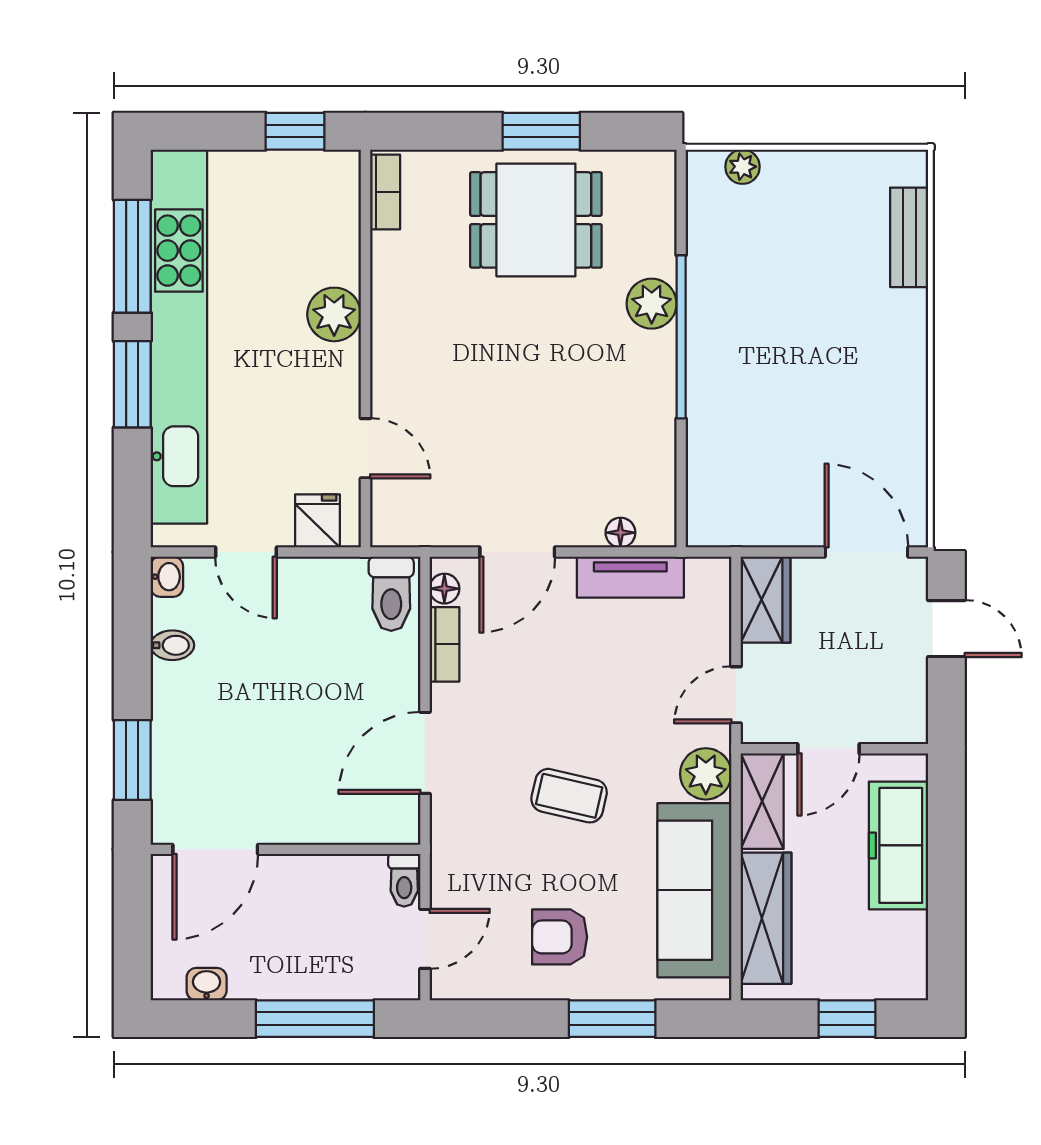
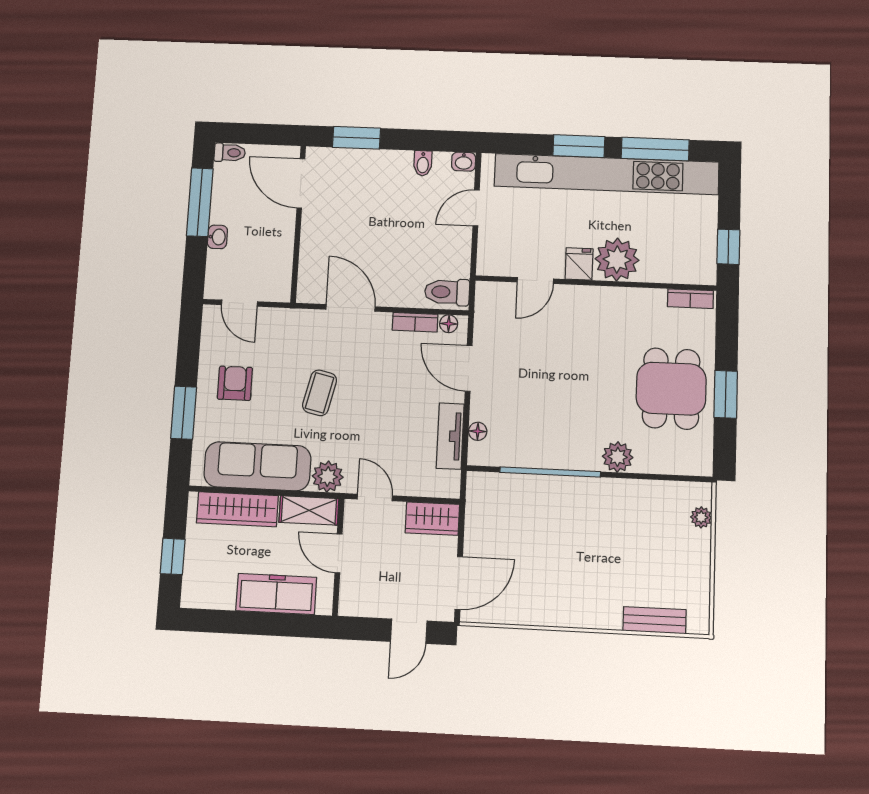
plant: (334, 314) -> (617, 260), width x1.36, depth x1.36
window: (681, 337) -> (550, 472), moved
fridge: (318, 521) -> (579, 264), moved, turned -90
toilet: (404, 880) -> (230, 153), moved, turned 180
washbasin: (207, 984) -> (217, 237), moved
window: (315, 1019) -> (200, 202), moved

